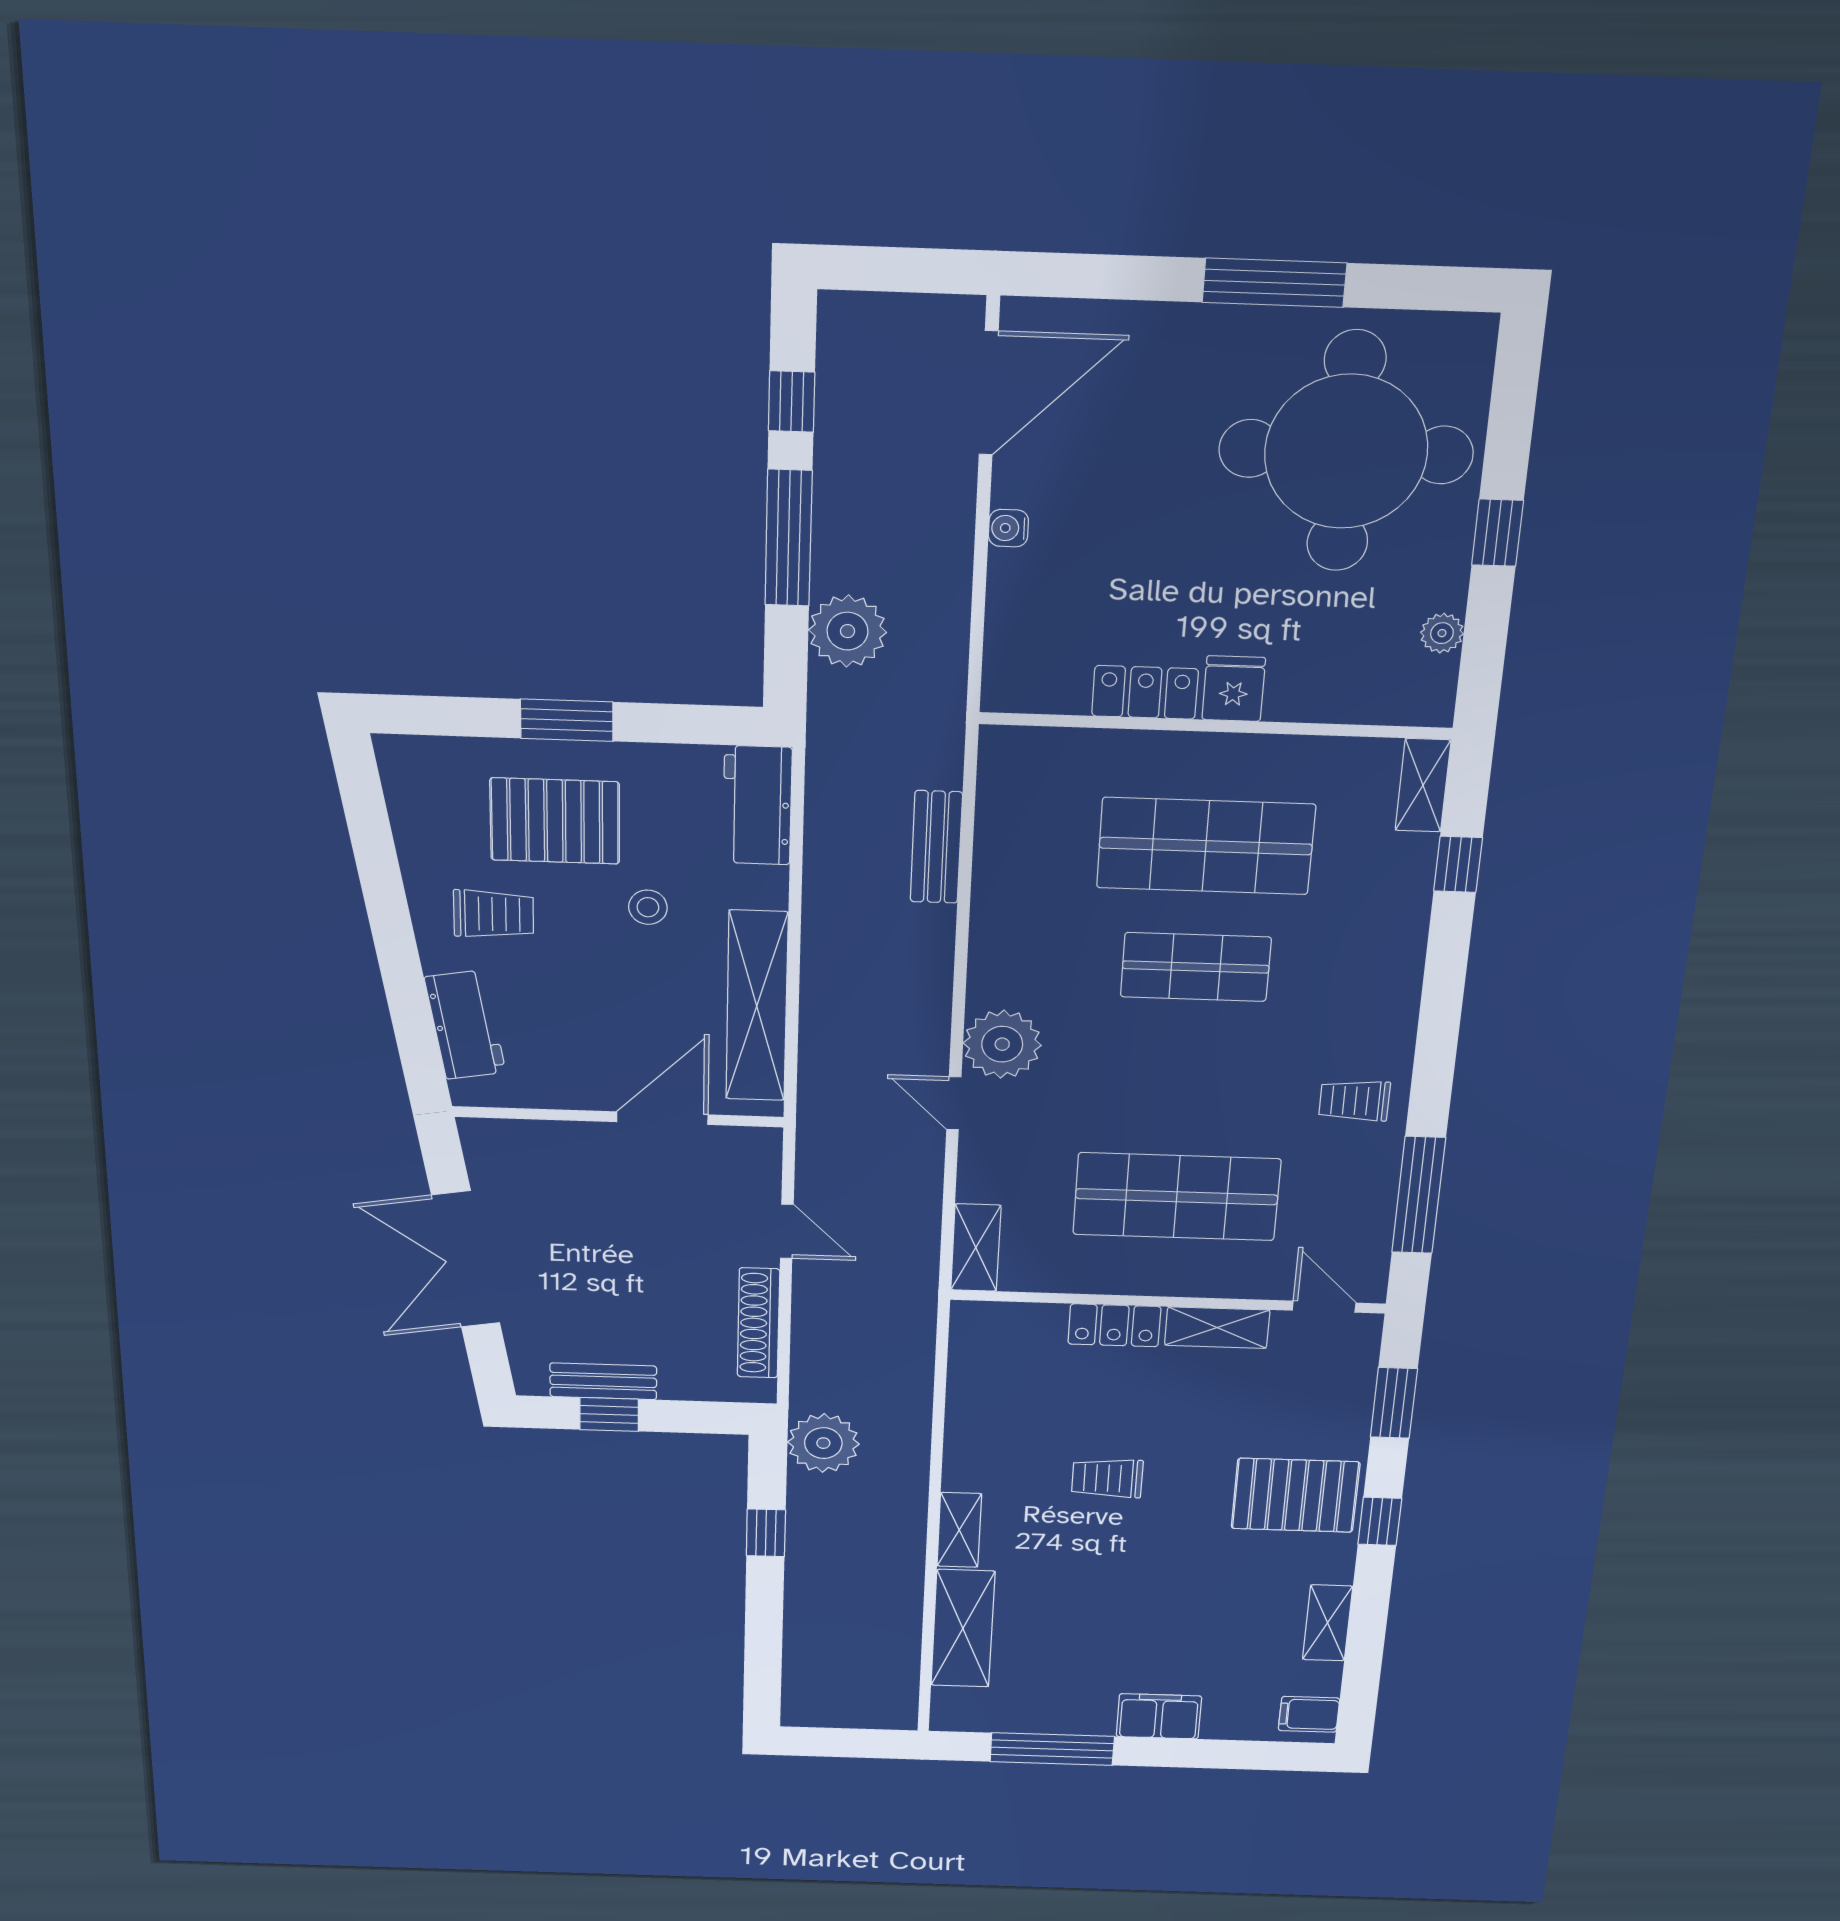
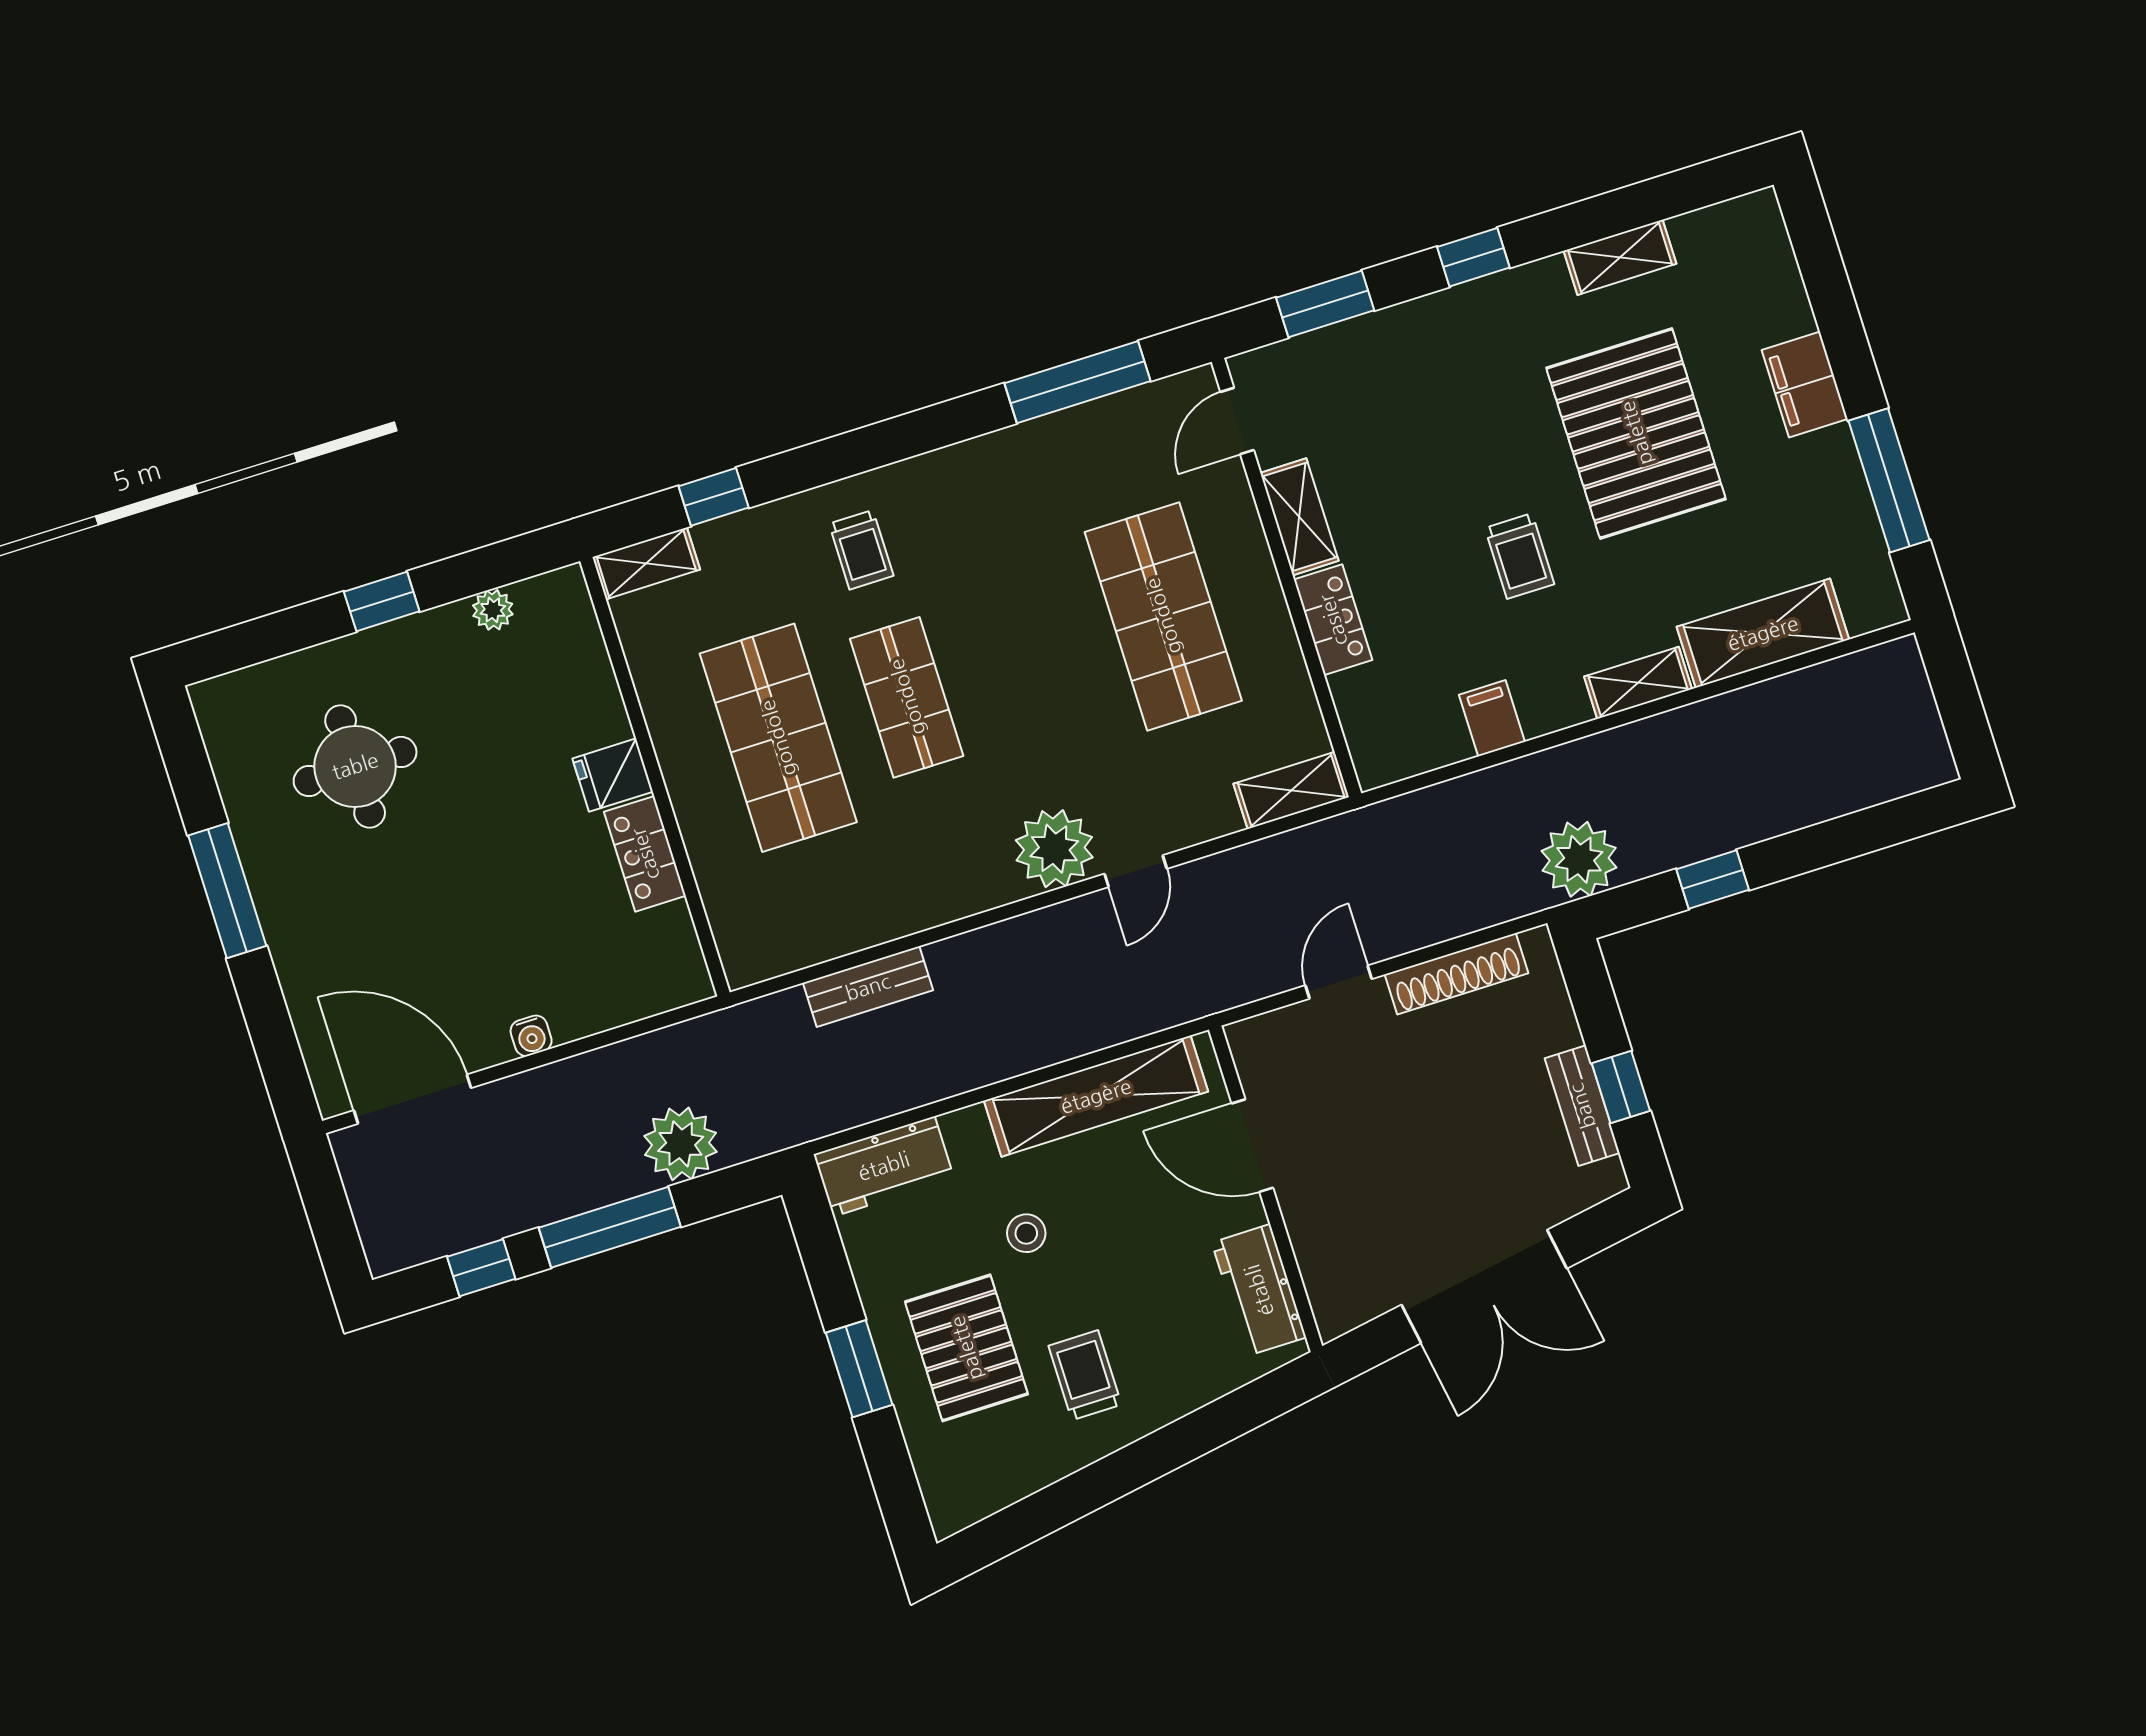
round table: (1346, 452) -> (355, 766), width x0.54, depth x0.54
workbench: (465, 1025) -> (1259, 1290), moved, turned -80
trolley: (1354, 1101) -> (861, 550), moved
pallet: (1295, 1495) -> (1636, 433), moved, width x1.37, depth x1.41
filing cabinet: (1309, 1714) -> (1492, 718), moved, turned 180

